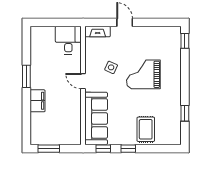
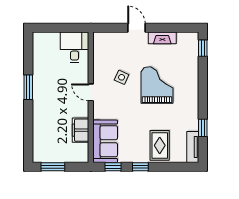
fireplace: (98, 32) -> (162, 38), moved
grand piano: (143, 74) -> (157, 85), turned 90
filing cabinet: (37, 101) -> (81, 130), moved, turned 180
sofa: (96, 118) -> (105, 141), width x0.73
tv unit: (176, 131) -> (193, 147), added

